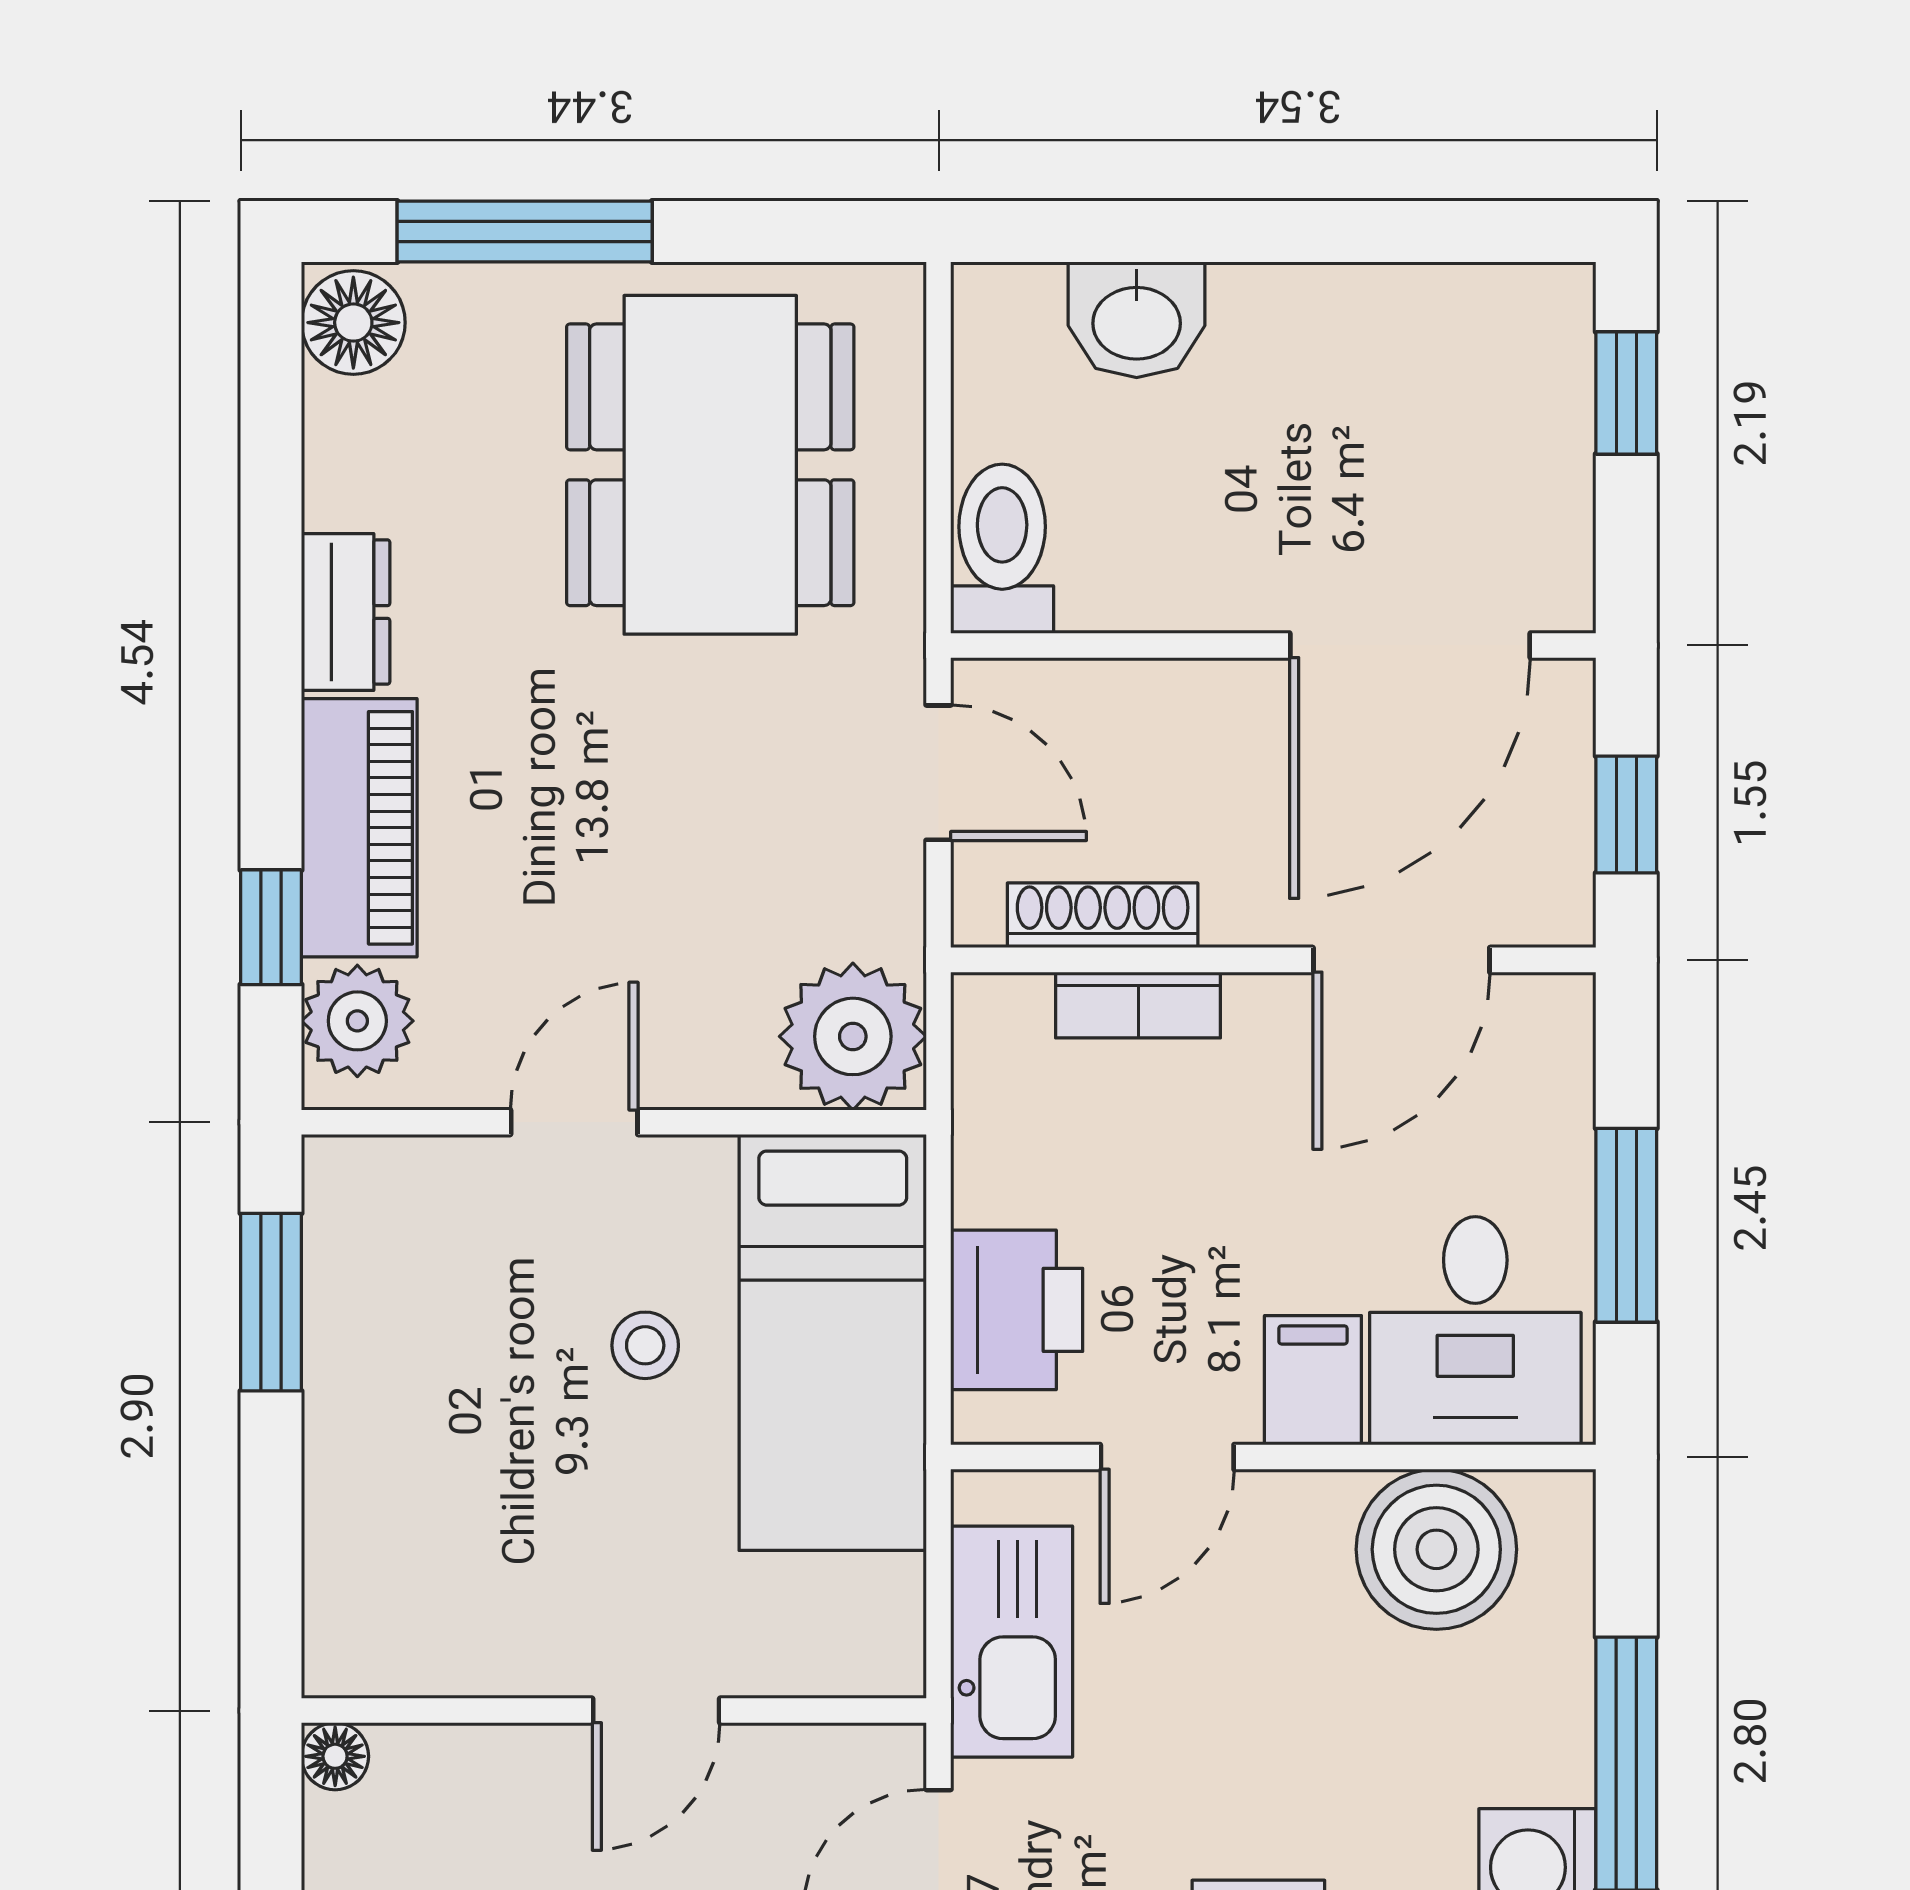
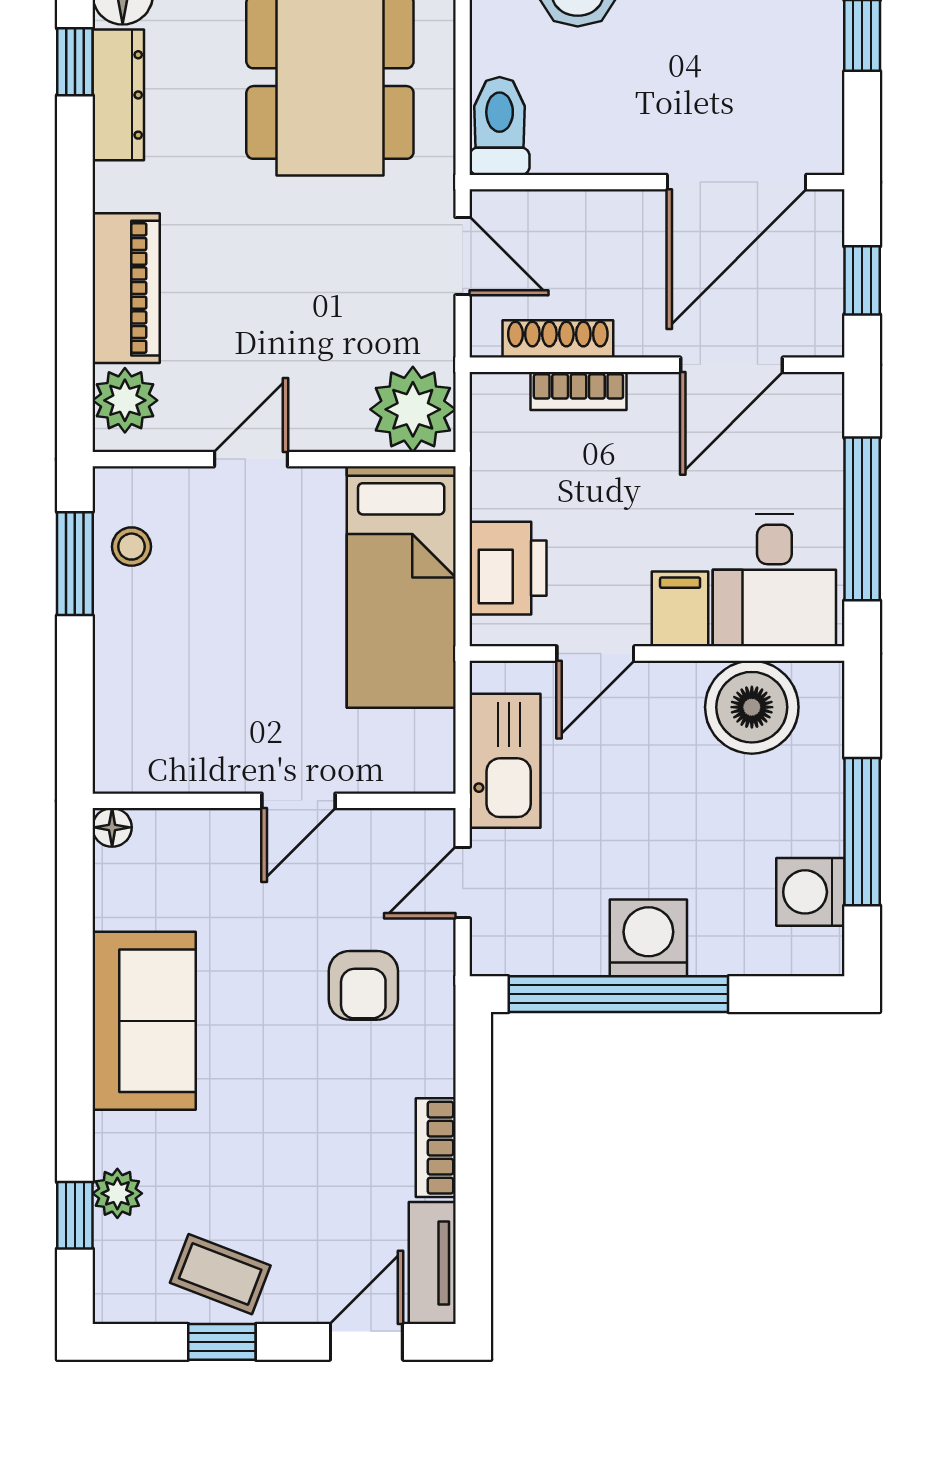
dresser: (346, 612) -> (118, 95), moved, width x1.44
window: (271, 927) -> (75, 62), moved
window: (1626, 1225) -> (862, 519), width x1.44
stool: (645, 1345) -> (132, 547), moved

